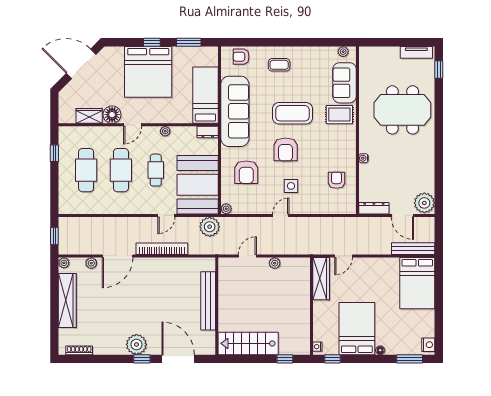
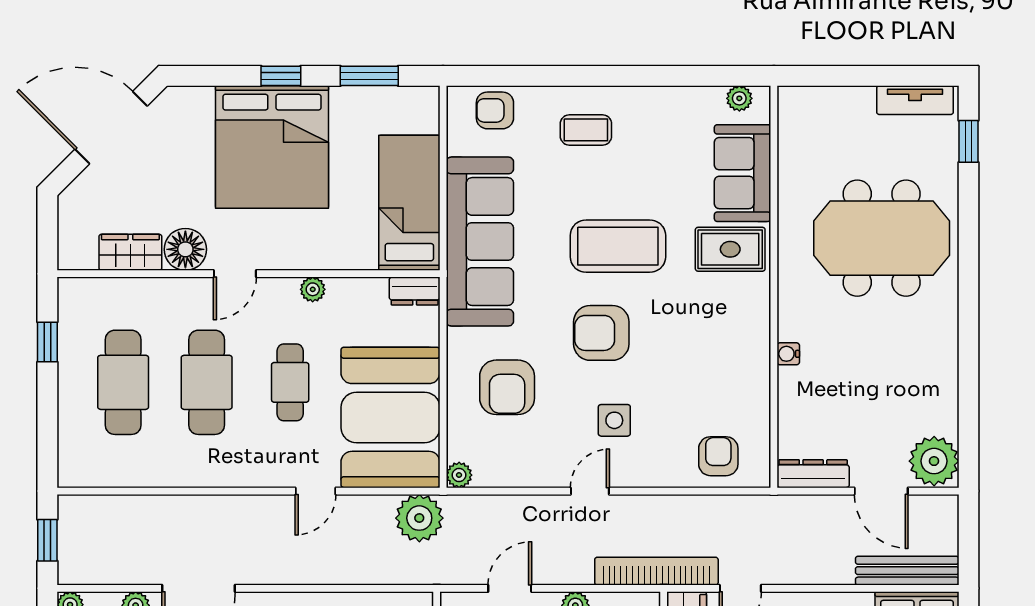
armchair: (286, 149) -> (601, 333), turned 90
armchair: (336, 180) -> (718, 456), moved
bookcase: (162, 249) -> (656, 571), moved

